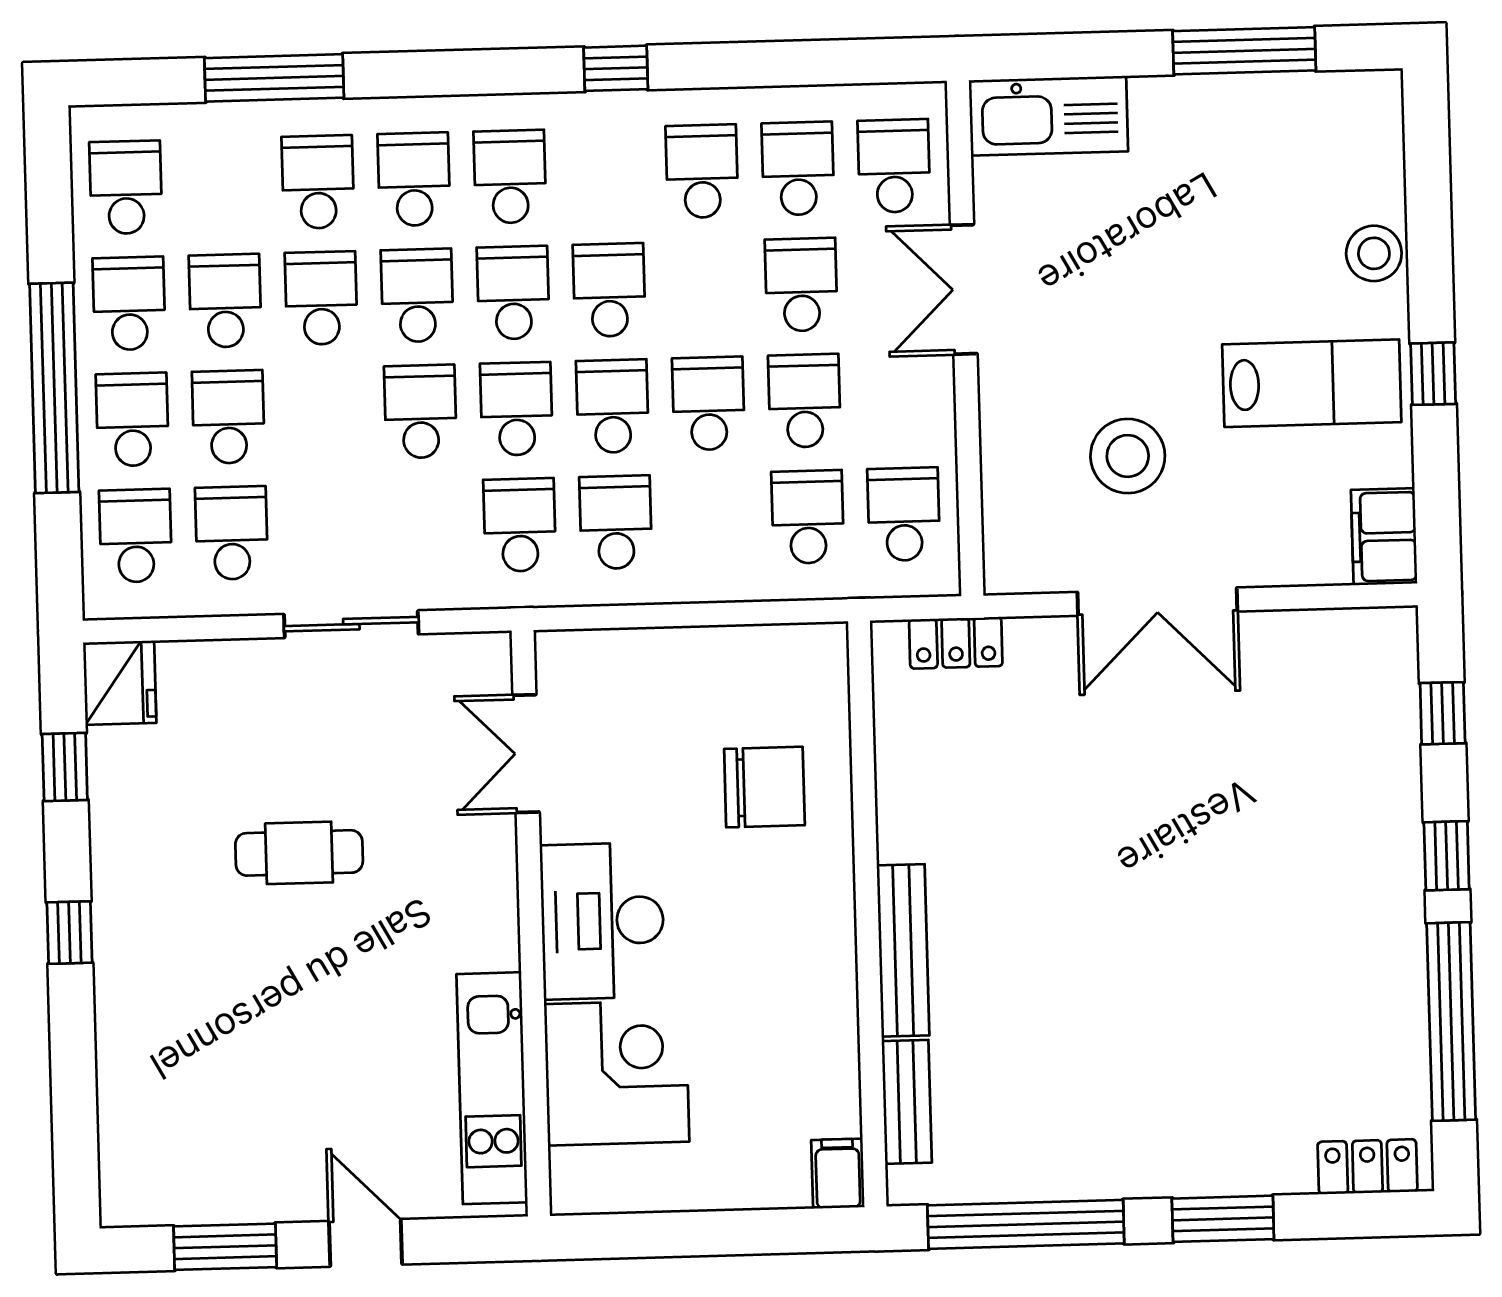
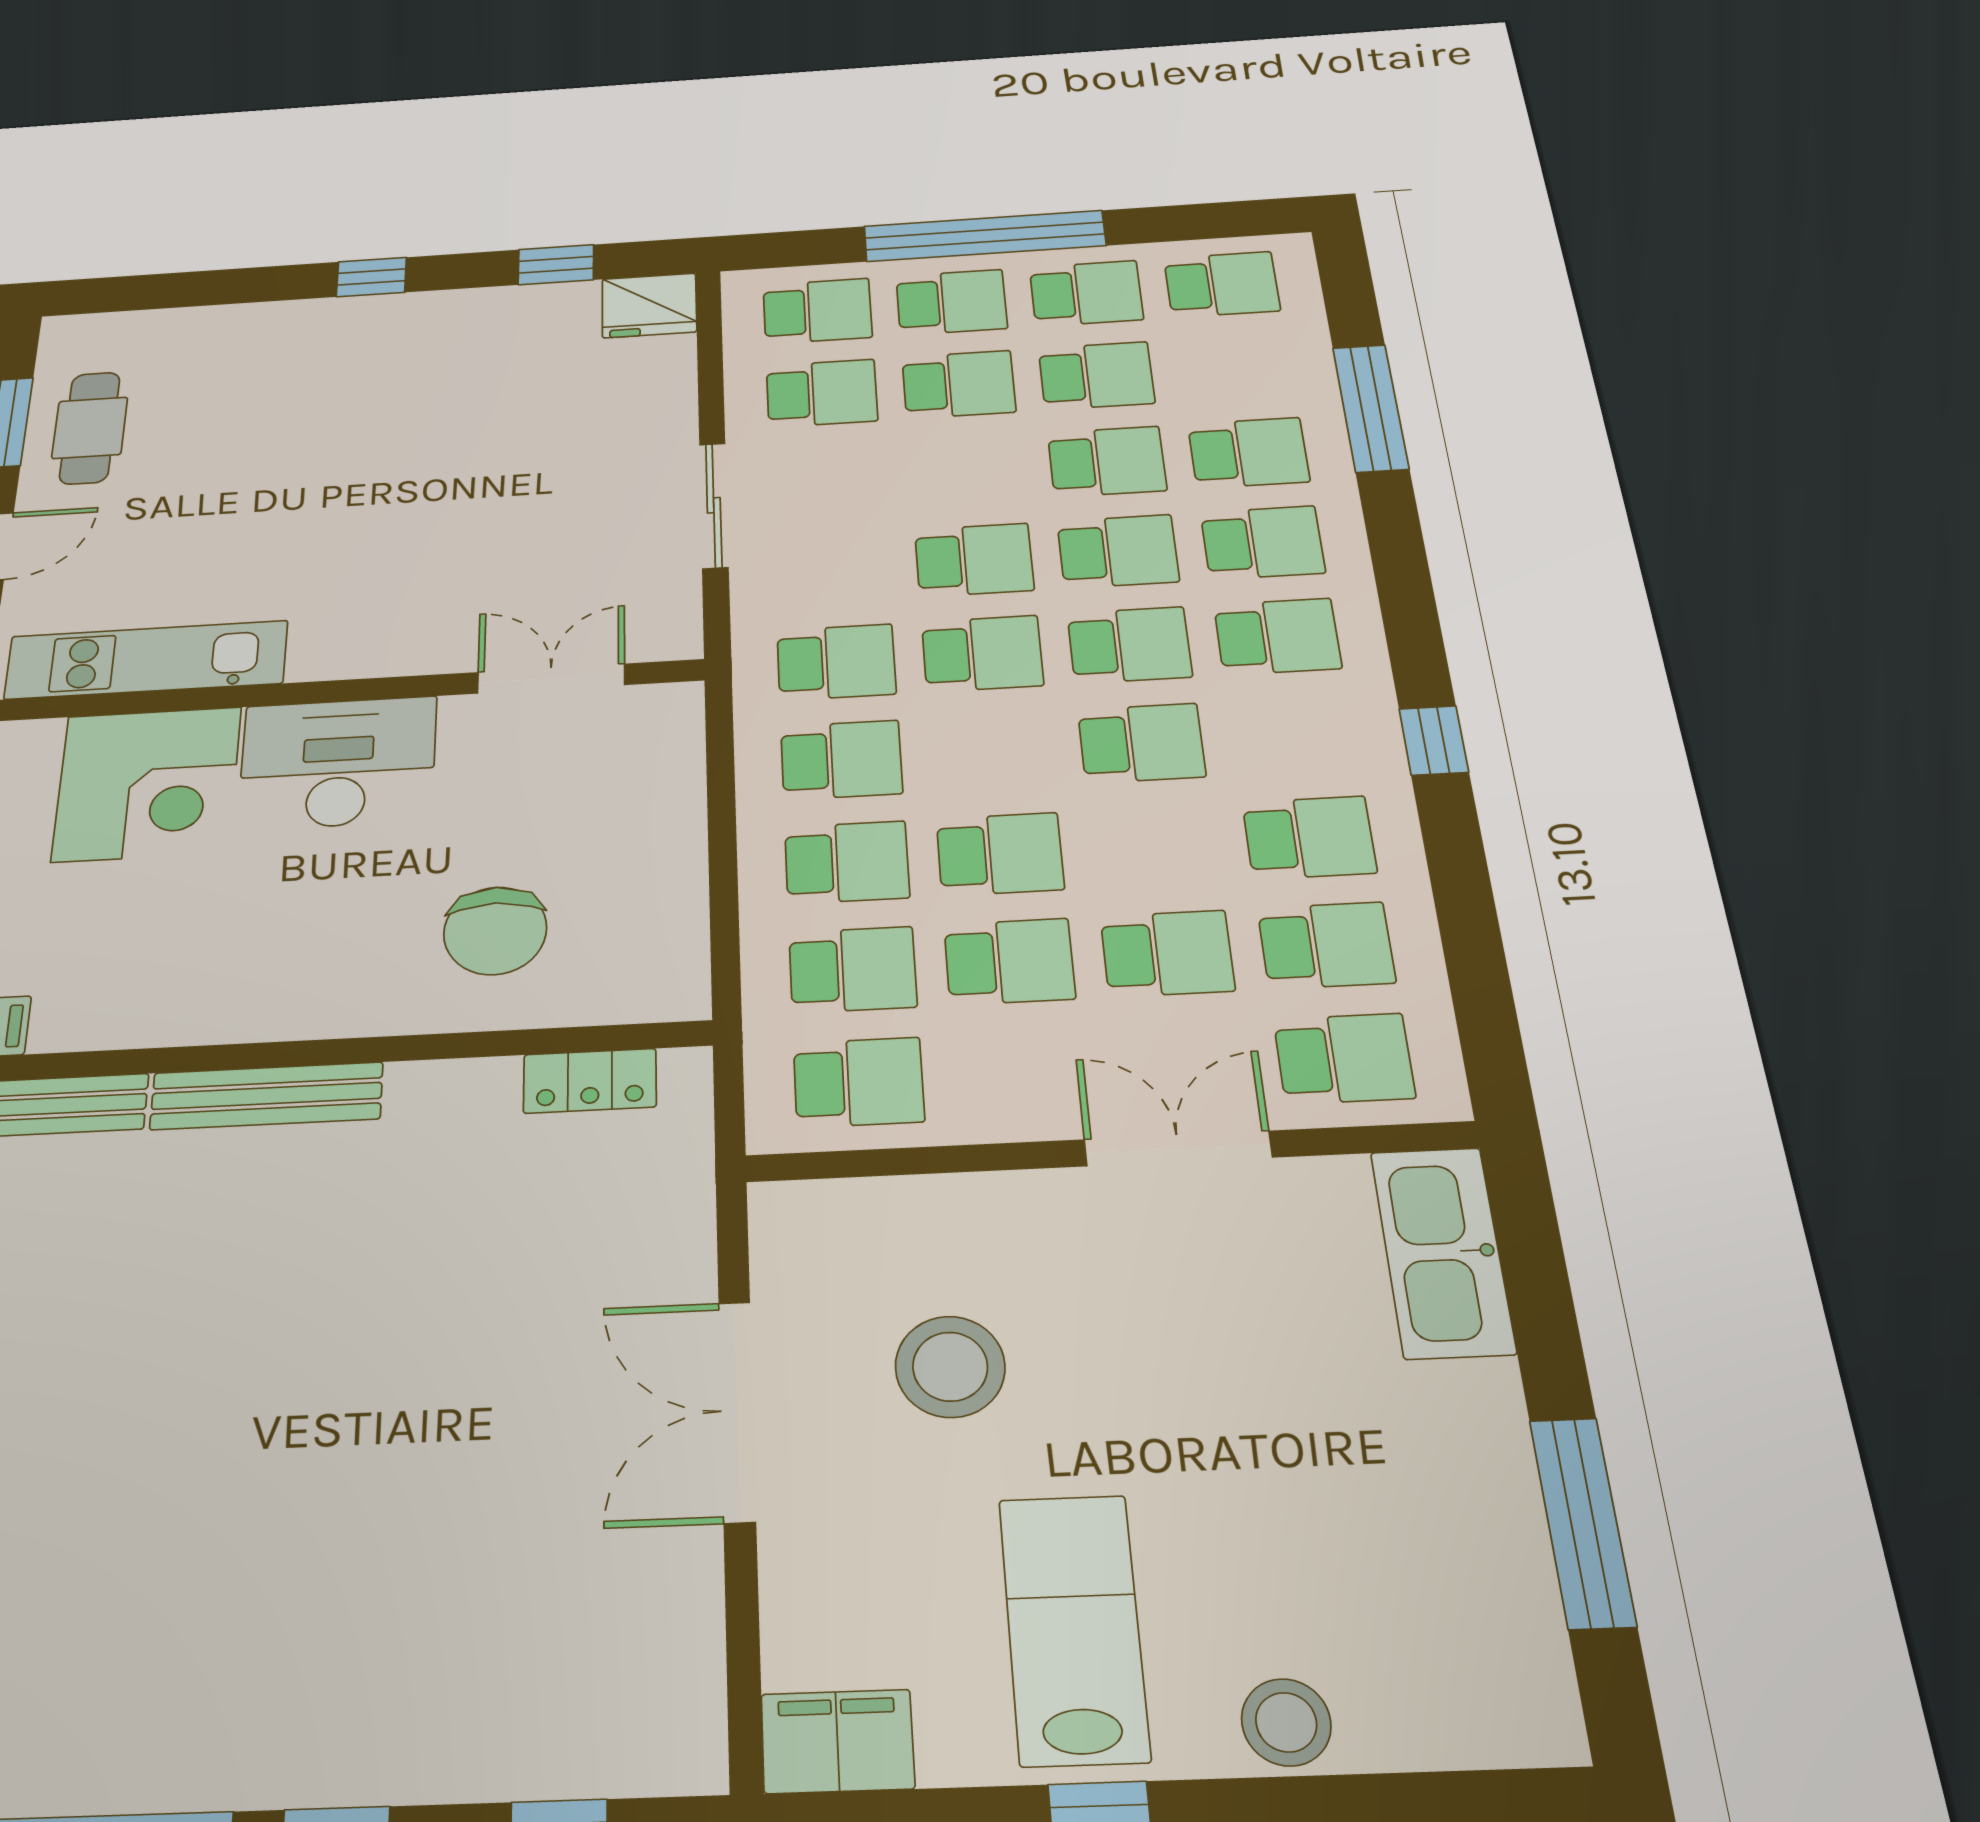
lab bench: (1312, 383) -> (1073, 1628), turned 180
school desk: (612, 406) -> (847, 862), moved
locker: (956, 643) -> (590, 1081), moved, turned -90
cafe table: (299, 853) -> (90, 428), moved

